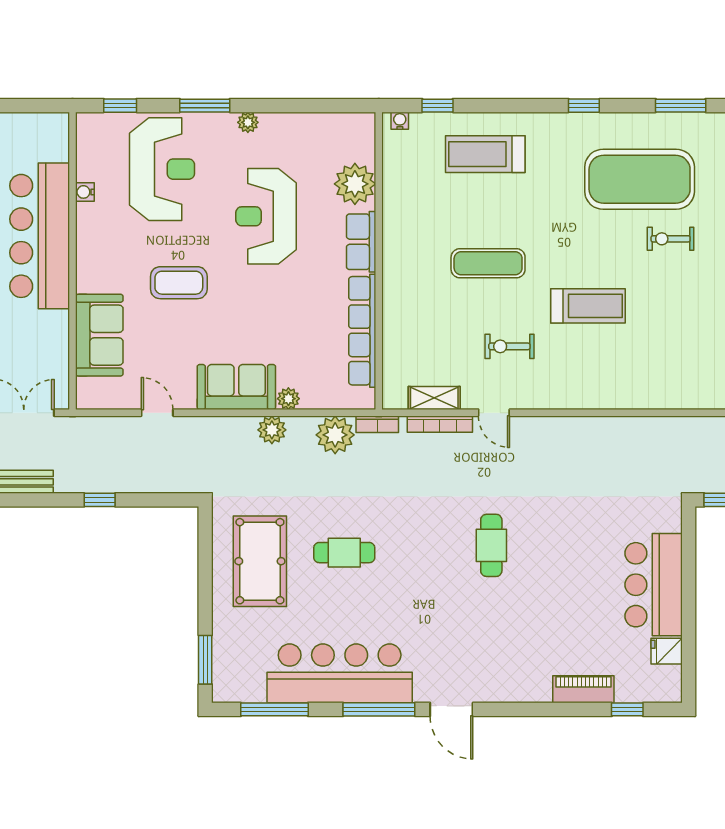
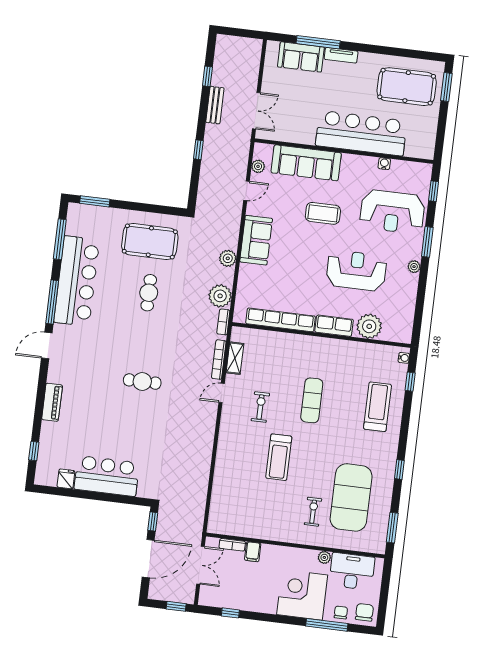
coffee table: (179, 283) -> (323, 213), turned 90
sofa: (99, 335) -> (306, 163), width x1.36
plant: (288, 399) -> (258, 166), moved
piano: (583, 689) -> (52, 402), moved

